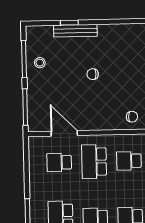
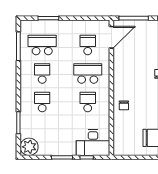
door: (64, 133) -> (111, 37), moved

